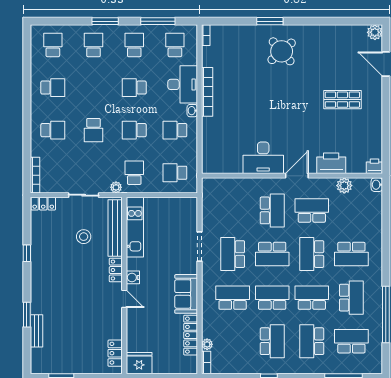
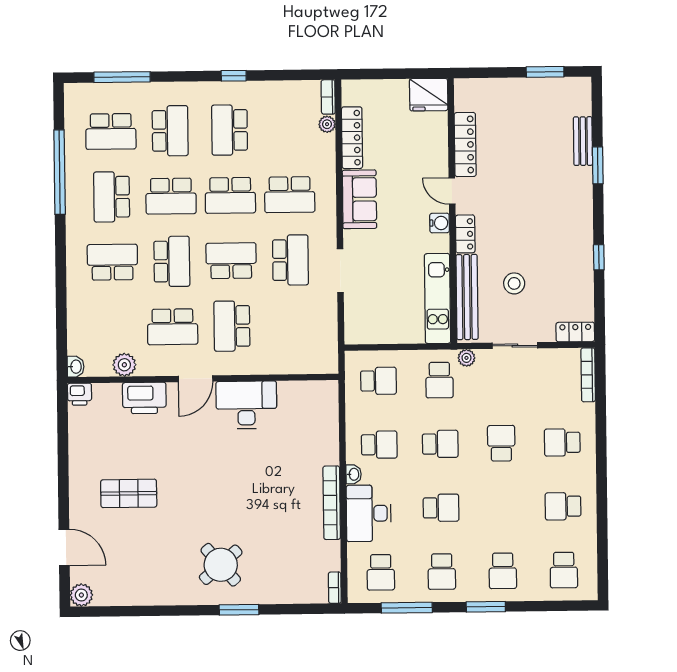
locker: (115, 353) -> (465, 145), moved, width x1.53

